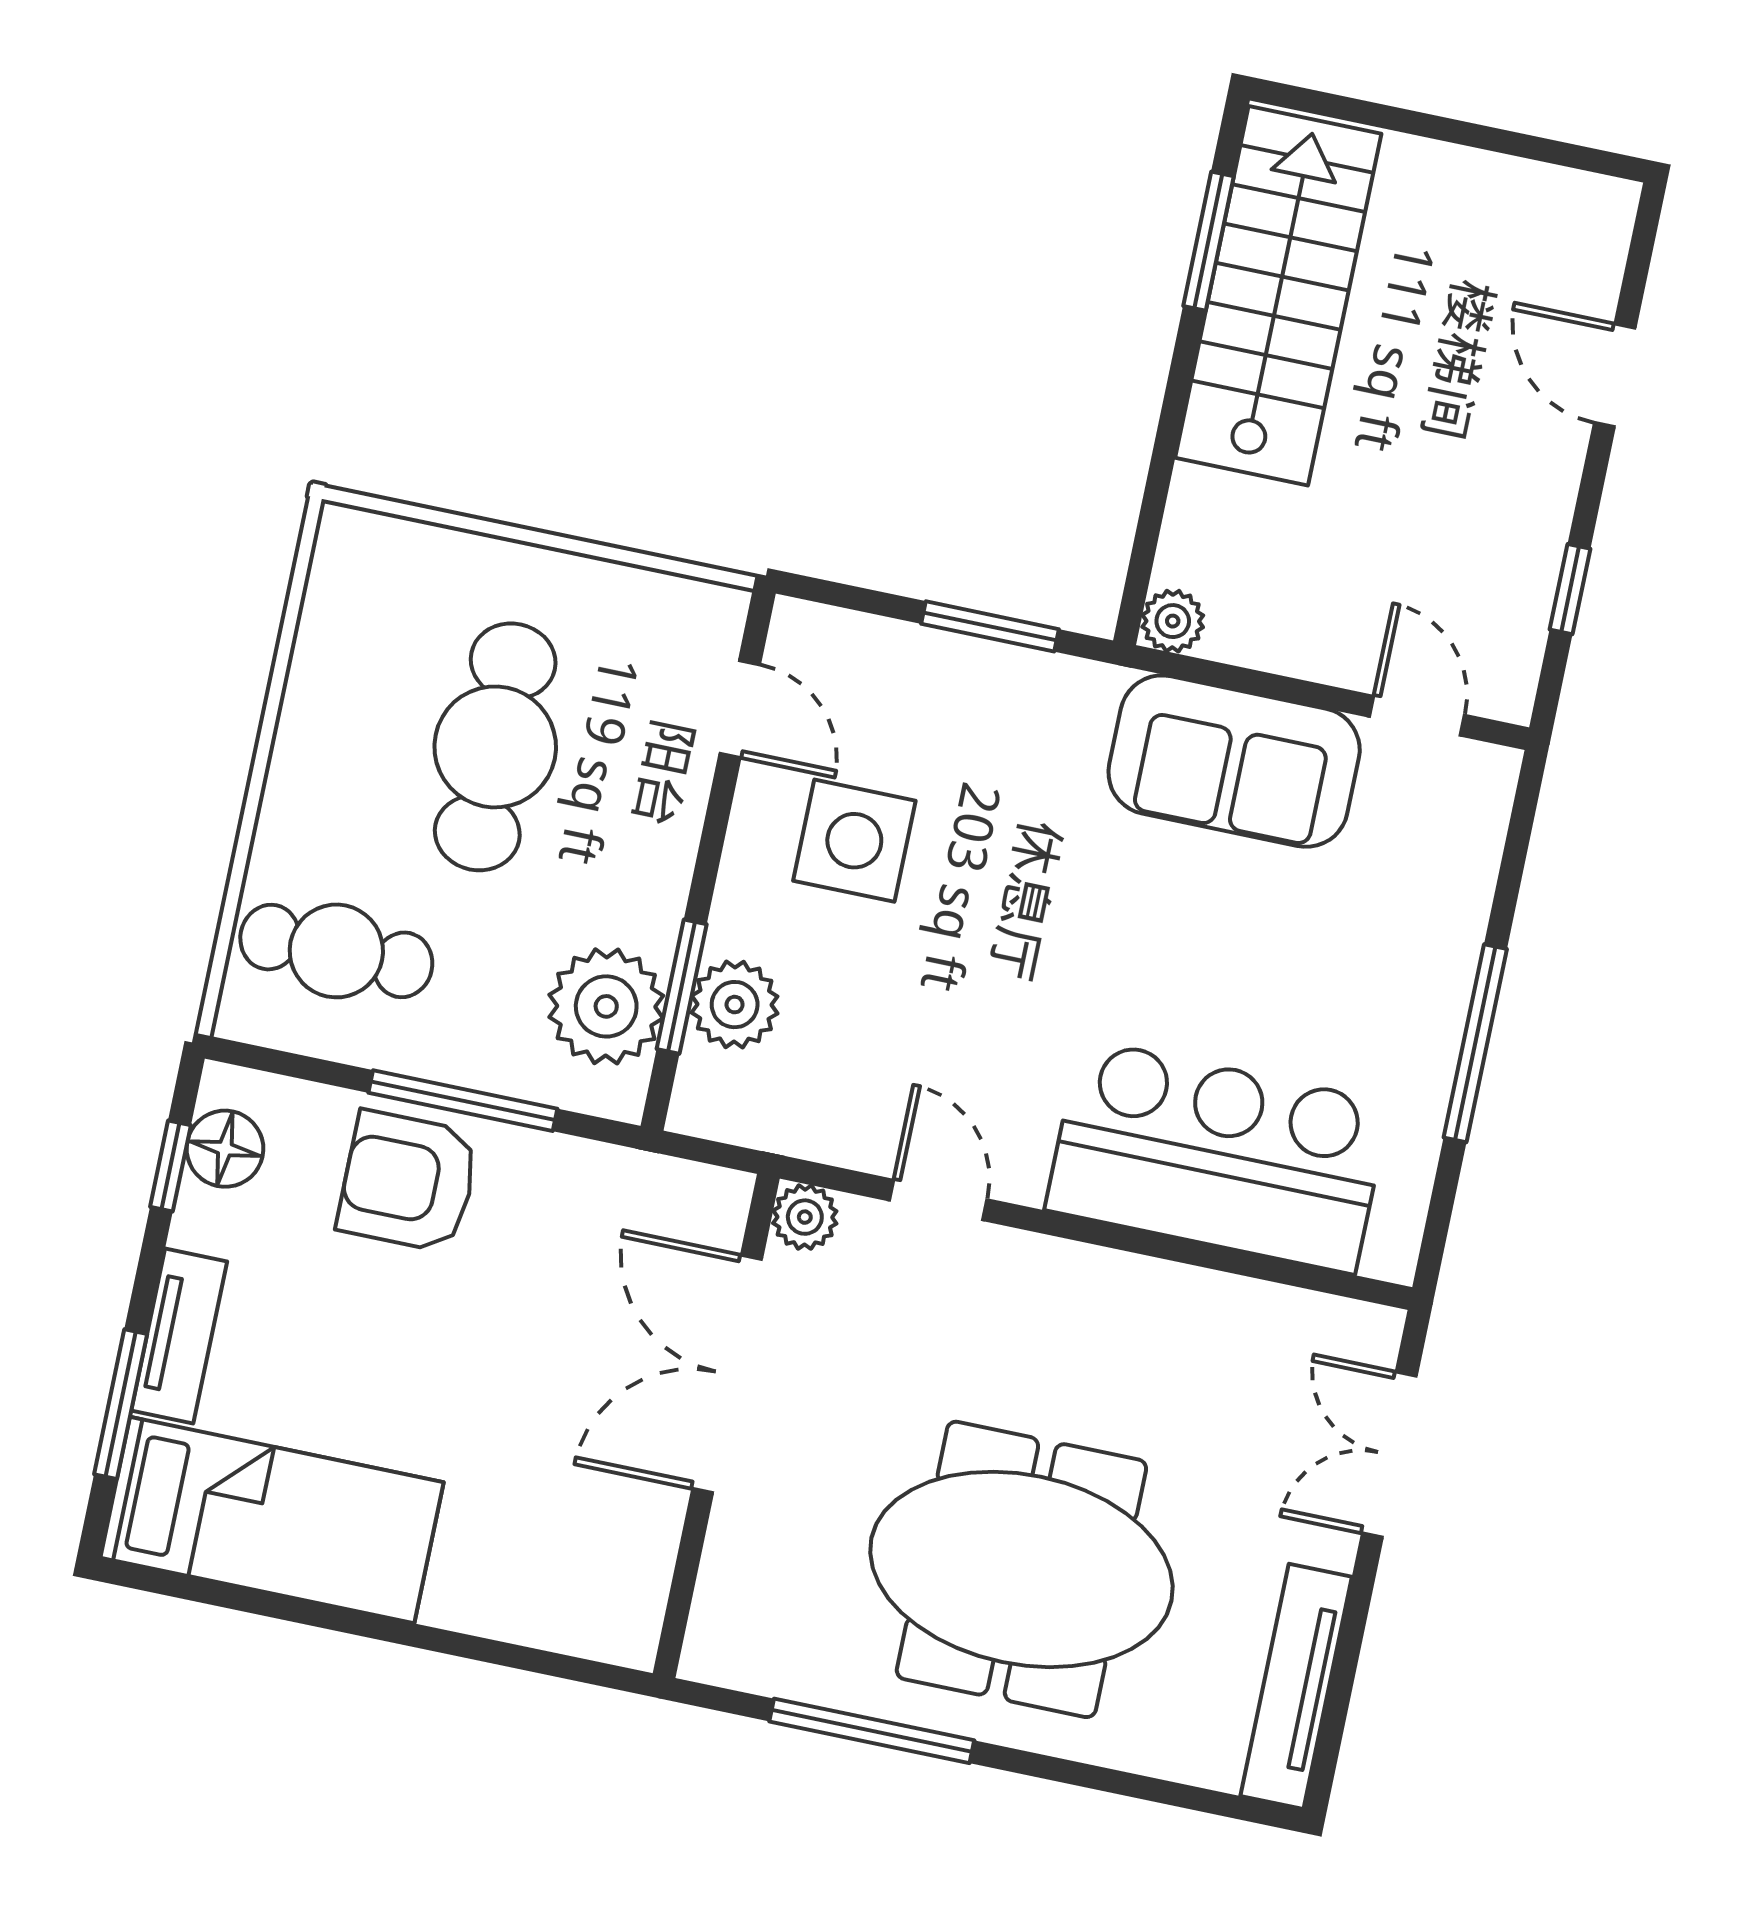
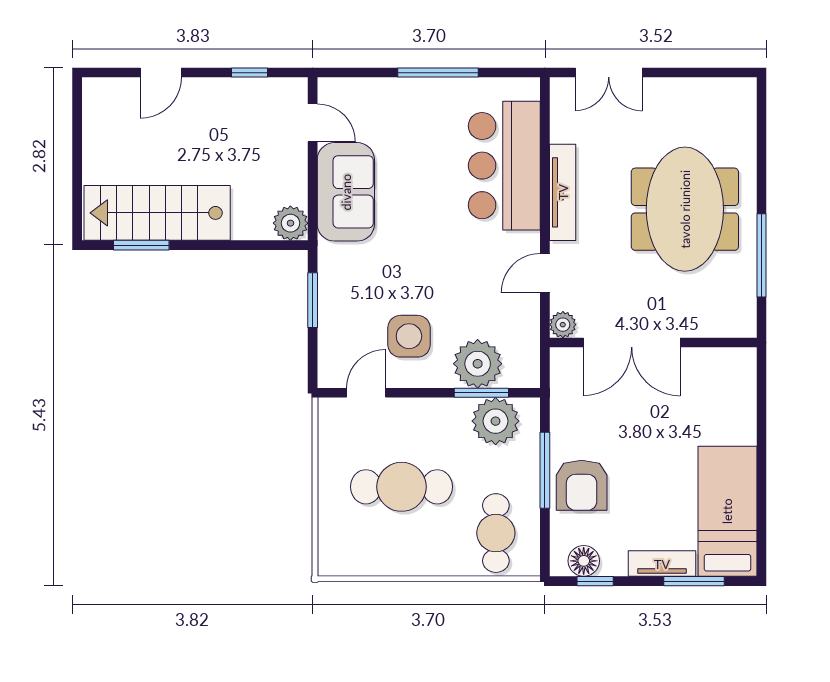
plant: (1173, 621) -> (290, 223), width x1.38, depth x1.38
door: (1417, 716) -> (313, 123), swing flipped
plant: (735, 1005) -> (478, 364), width x1.36, depth x1.36
tv unit: (1296, 1686) -> (563, 192), moved, turned -90

